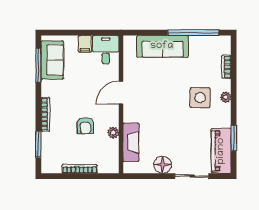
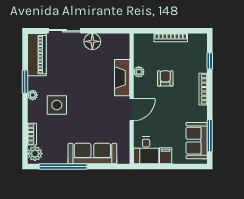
plant: (223, 46) -> (35, 154), added
plant: (226, 97) -> (33, 95), moved
window: (234, 138) -> (25, 82), moved
fireplace: (131, 142) -> (122, 78), moved
window: (38, 144) -> (210, 61), width x0.67

